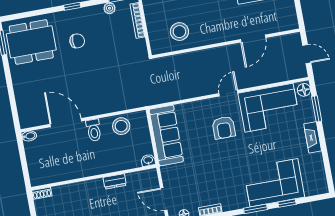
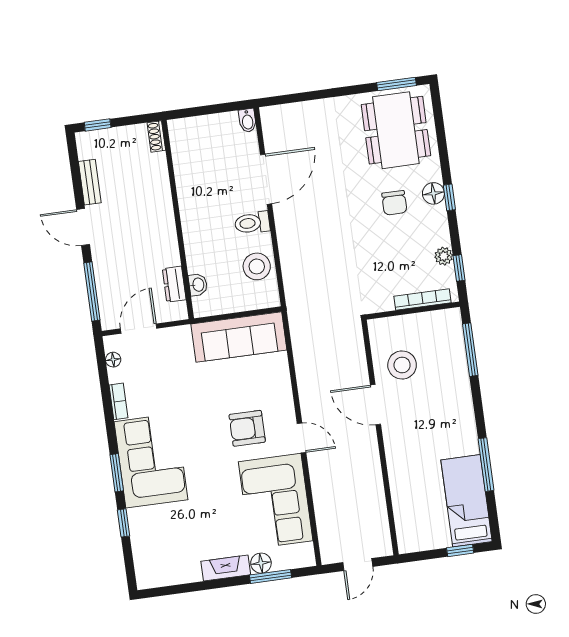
floor lamp: (70, 16) -> (433, 193), added
door: (253, 39) -> (376, 405), moved
floor lamp: (304, 90) -> (261, 563), moved
washbasin: (148, 160) -> (198, 285), moved
dresser: (115, 181) -> (174, 284), moved
corner sofa: (274, 183) -> (151, 461), moved

